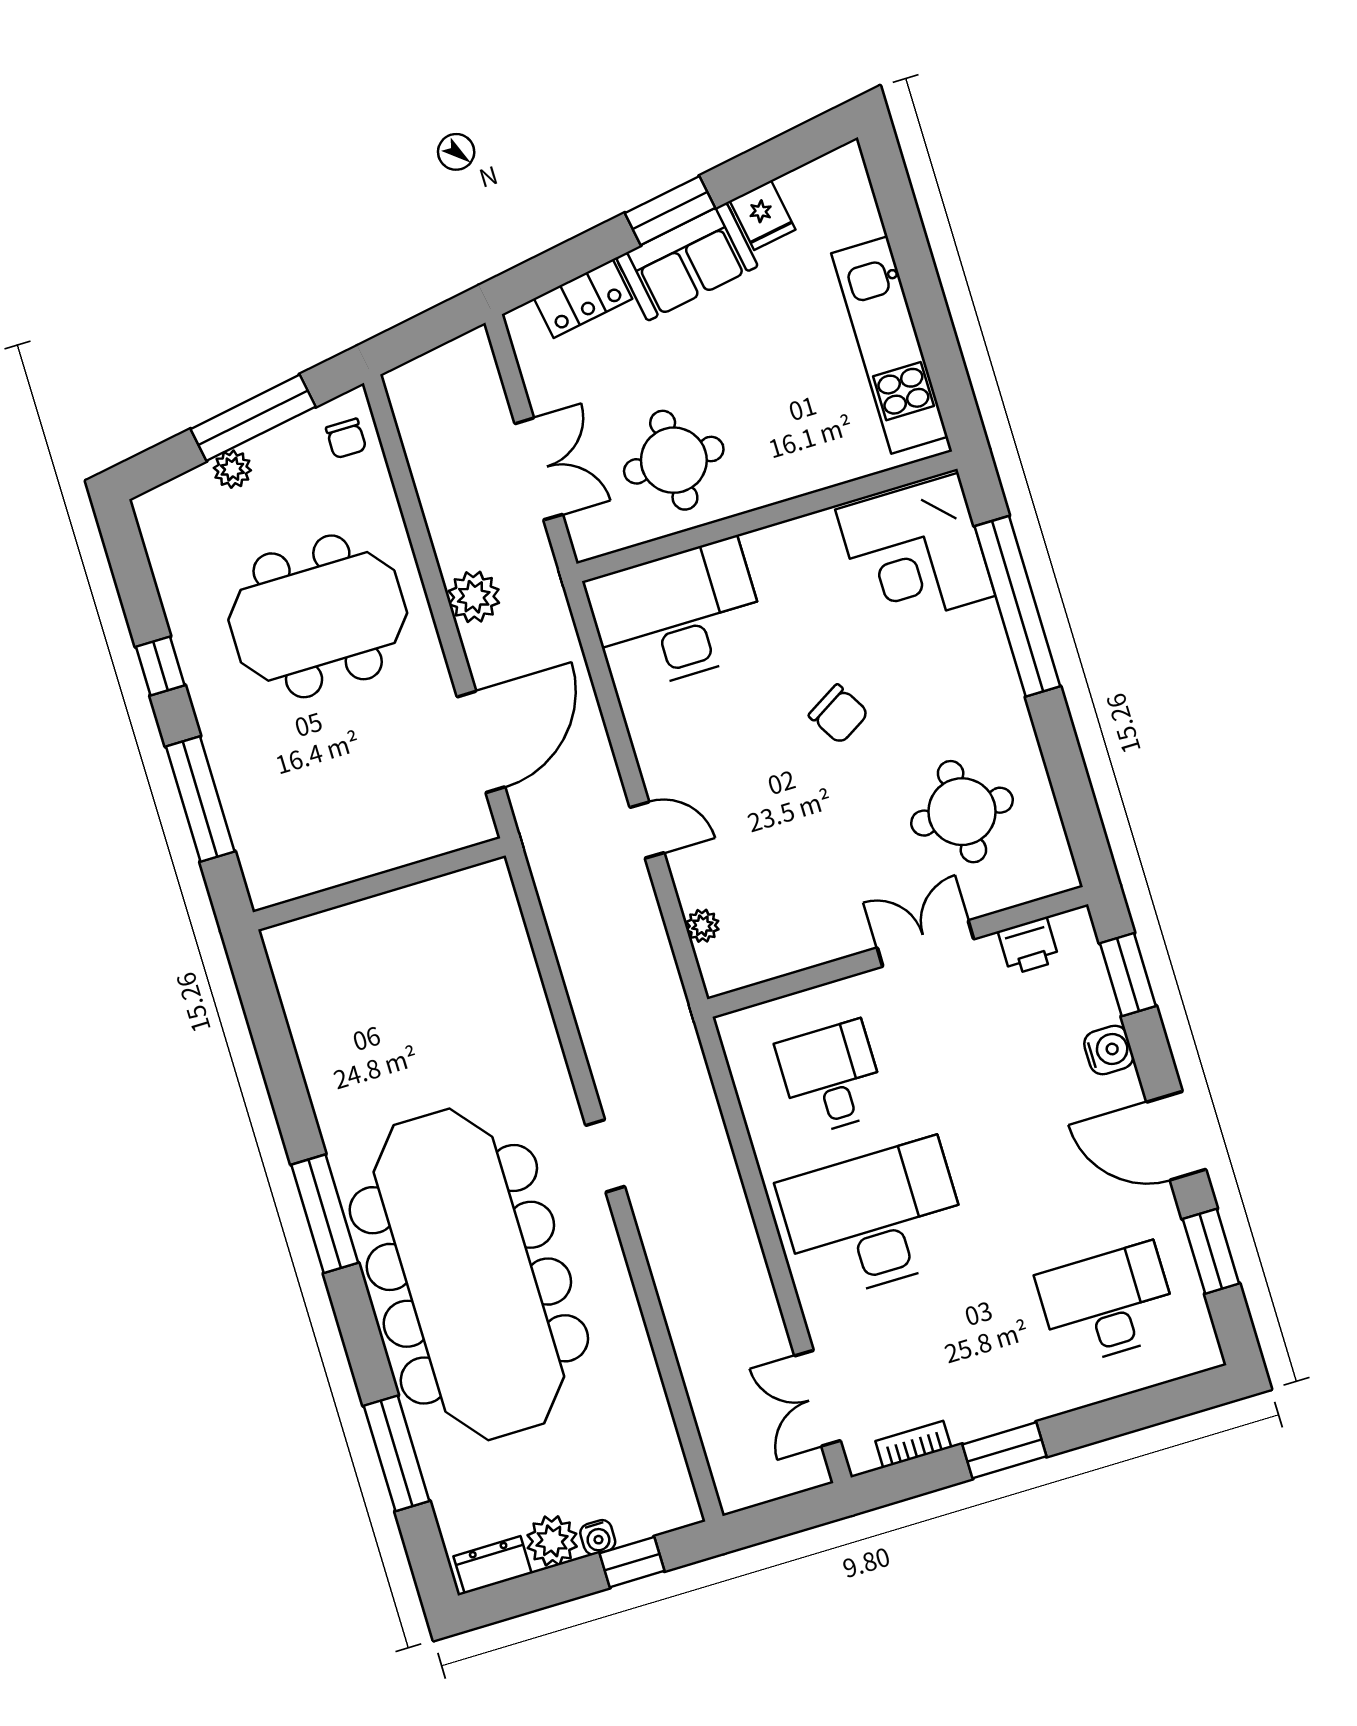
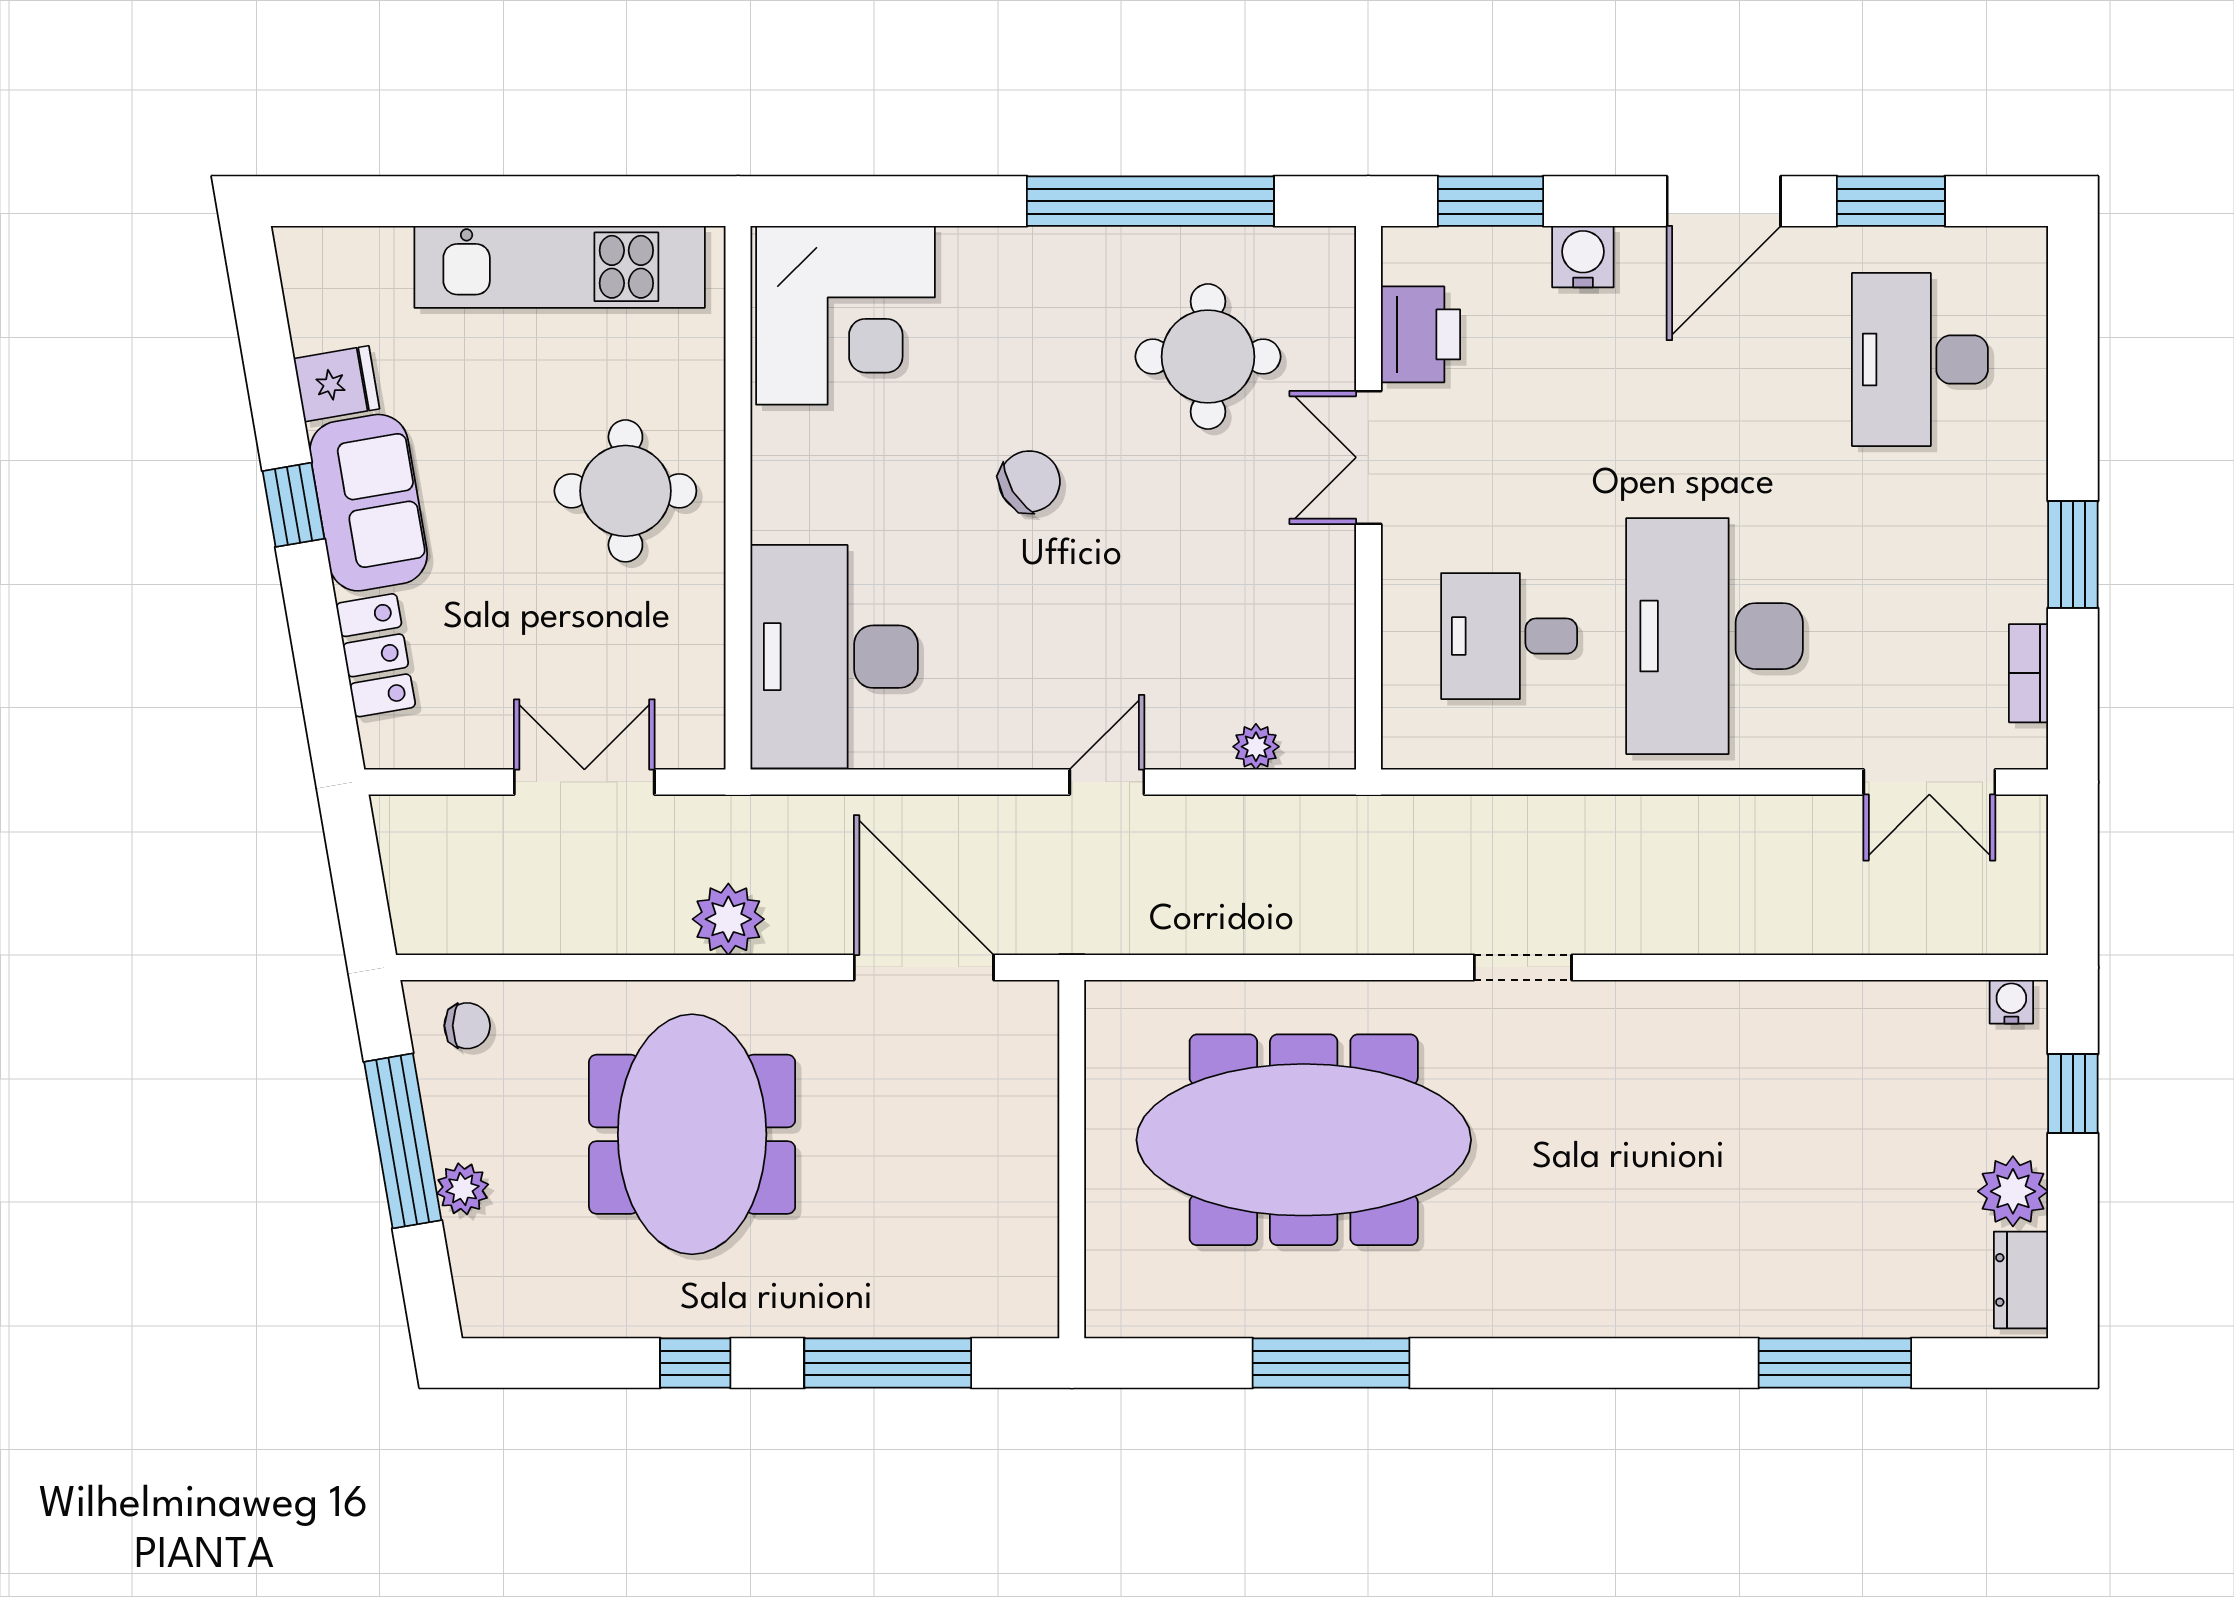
window: (670, 211) -> (294, 505), width x0.67
round table: (674, 460) -> (625, 491), moved
window: (1017, 606) -> (1150, 201), moved
printer: (1029, 946) -> (1421, 334), width x1.36, depth x1.24
window: (325, 1214) -> (1331, 1363), moved
meeting table: (469, 1274) -> (1304, 1140), moved, width x0.73, depth x0.79
water cooler: (598, 1537) -> (2011, 1002), moved, turned -90

